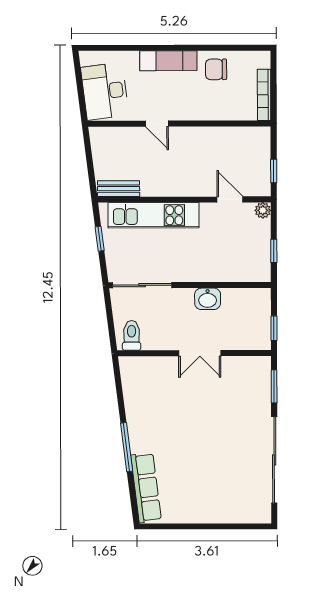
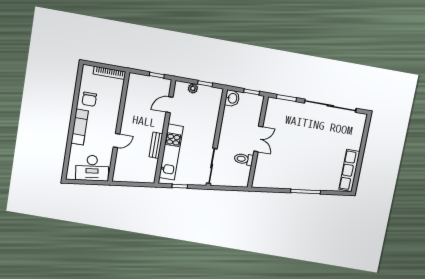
bench: (119, 189) -> (156, 145), moved
plant: (263, 210) -> (193, 88), moved
washbasin: (208, 299) -> (232, 98), moved
toilet: (132, 335) -> (244, 159), moved
row of seats: (146, 488) -> (349, 170), moved, turned -83

